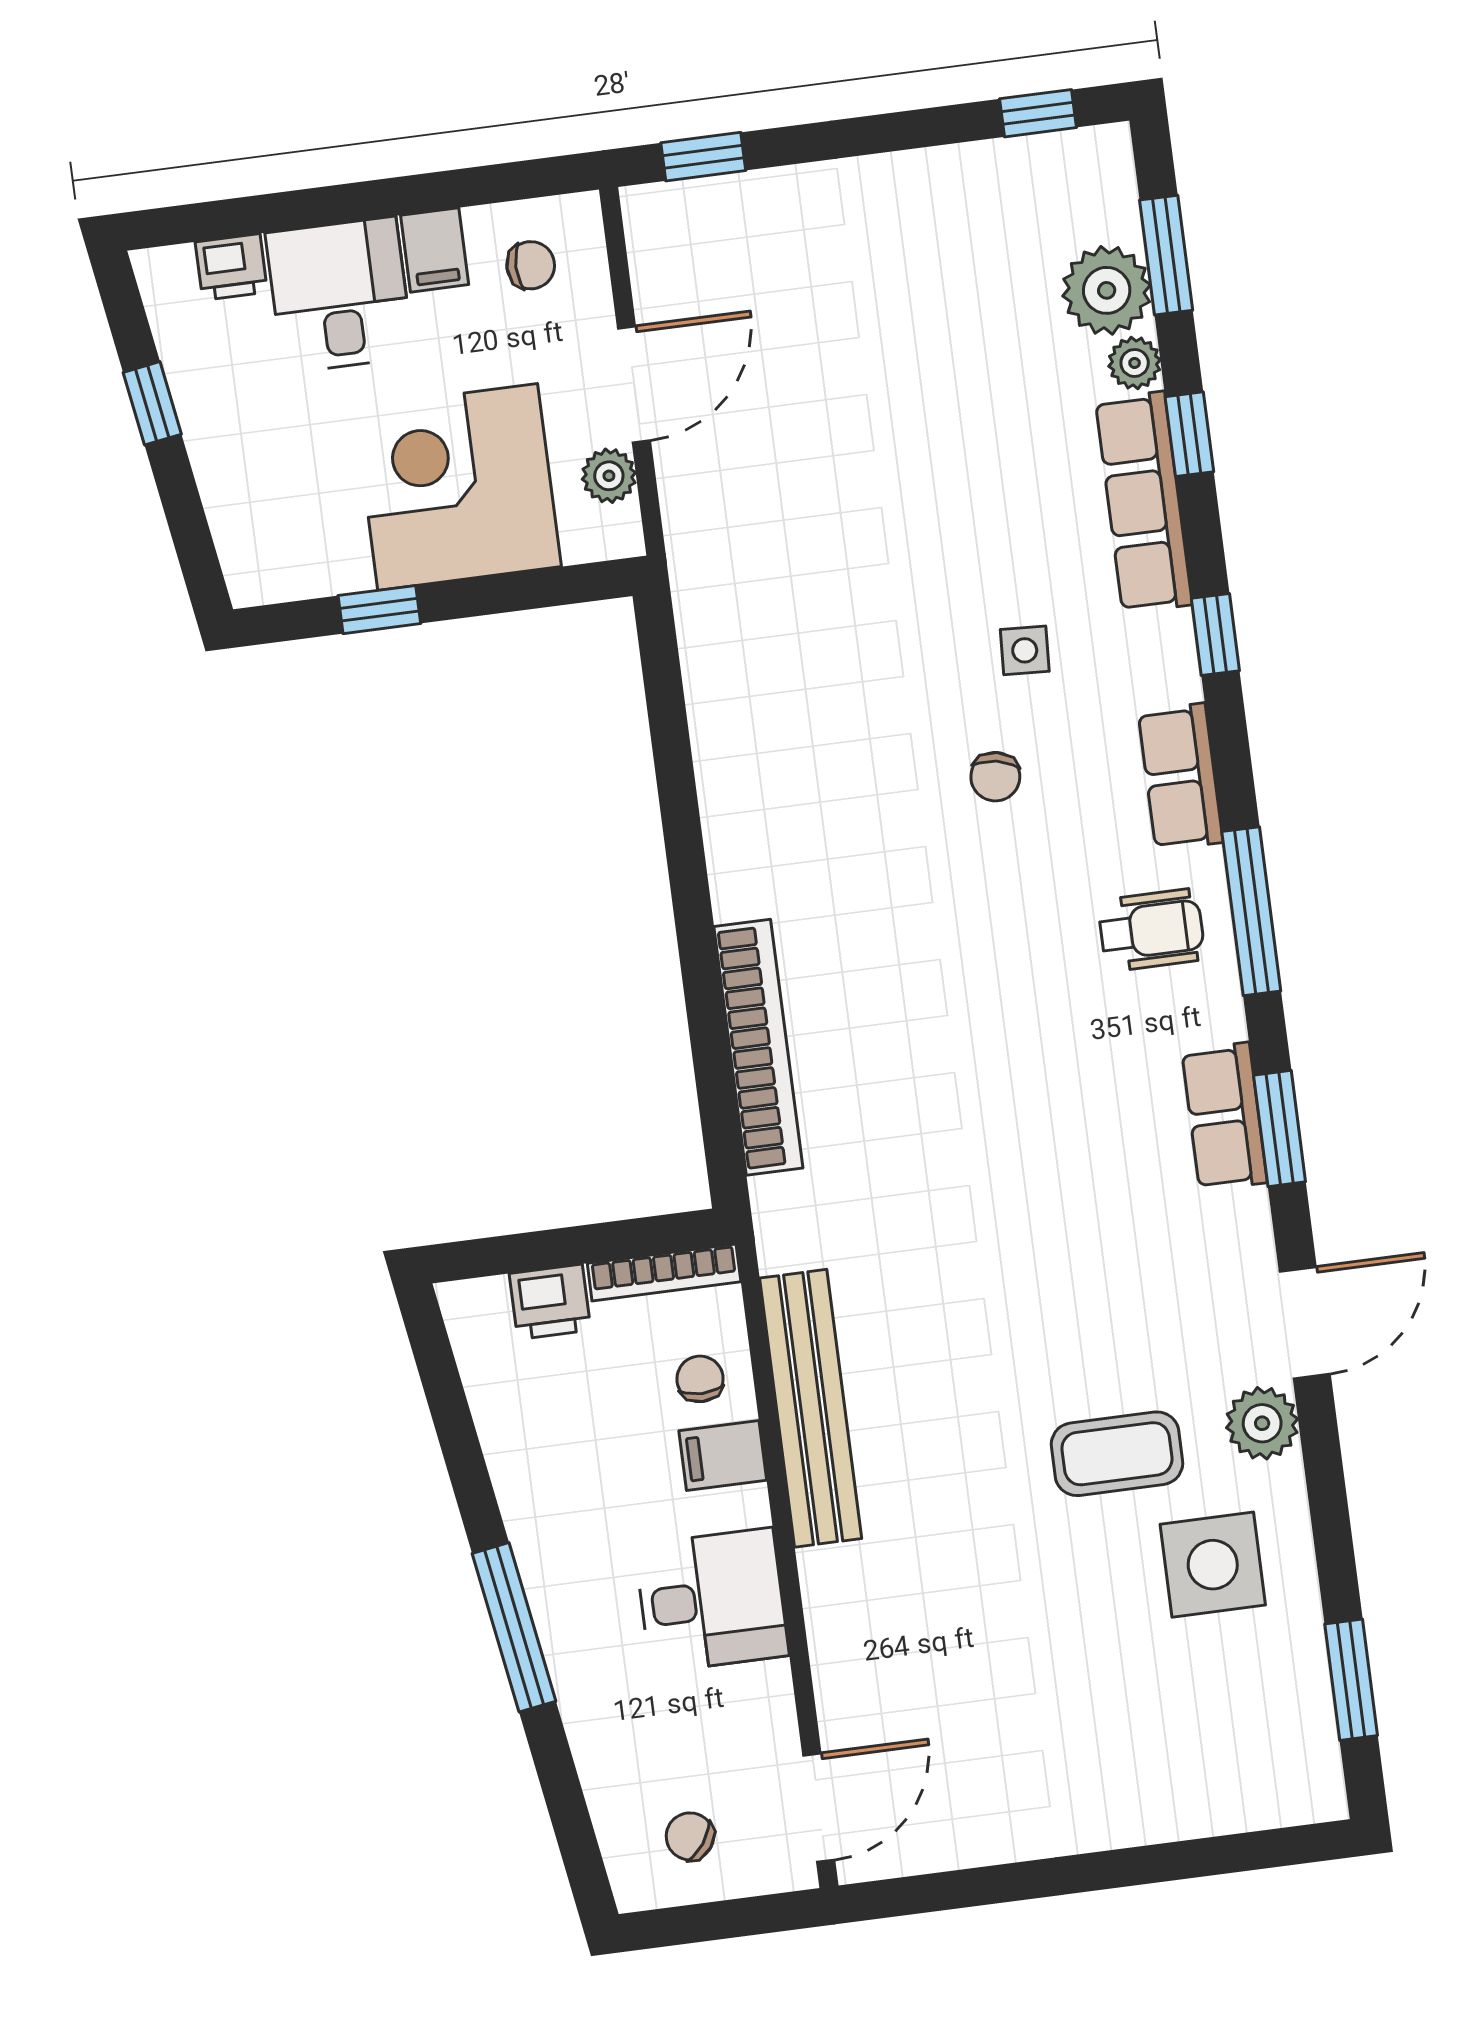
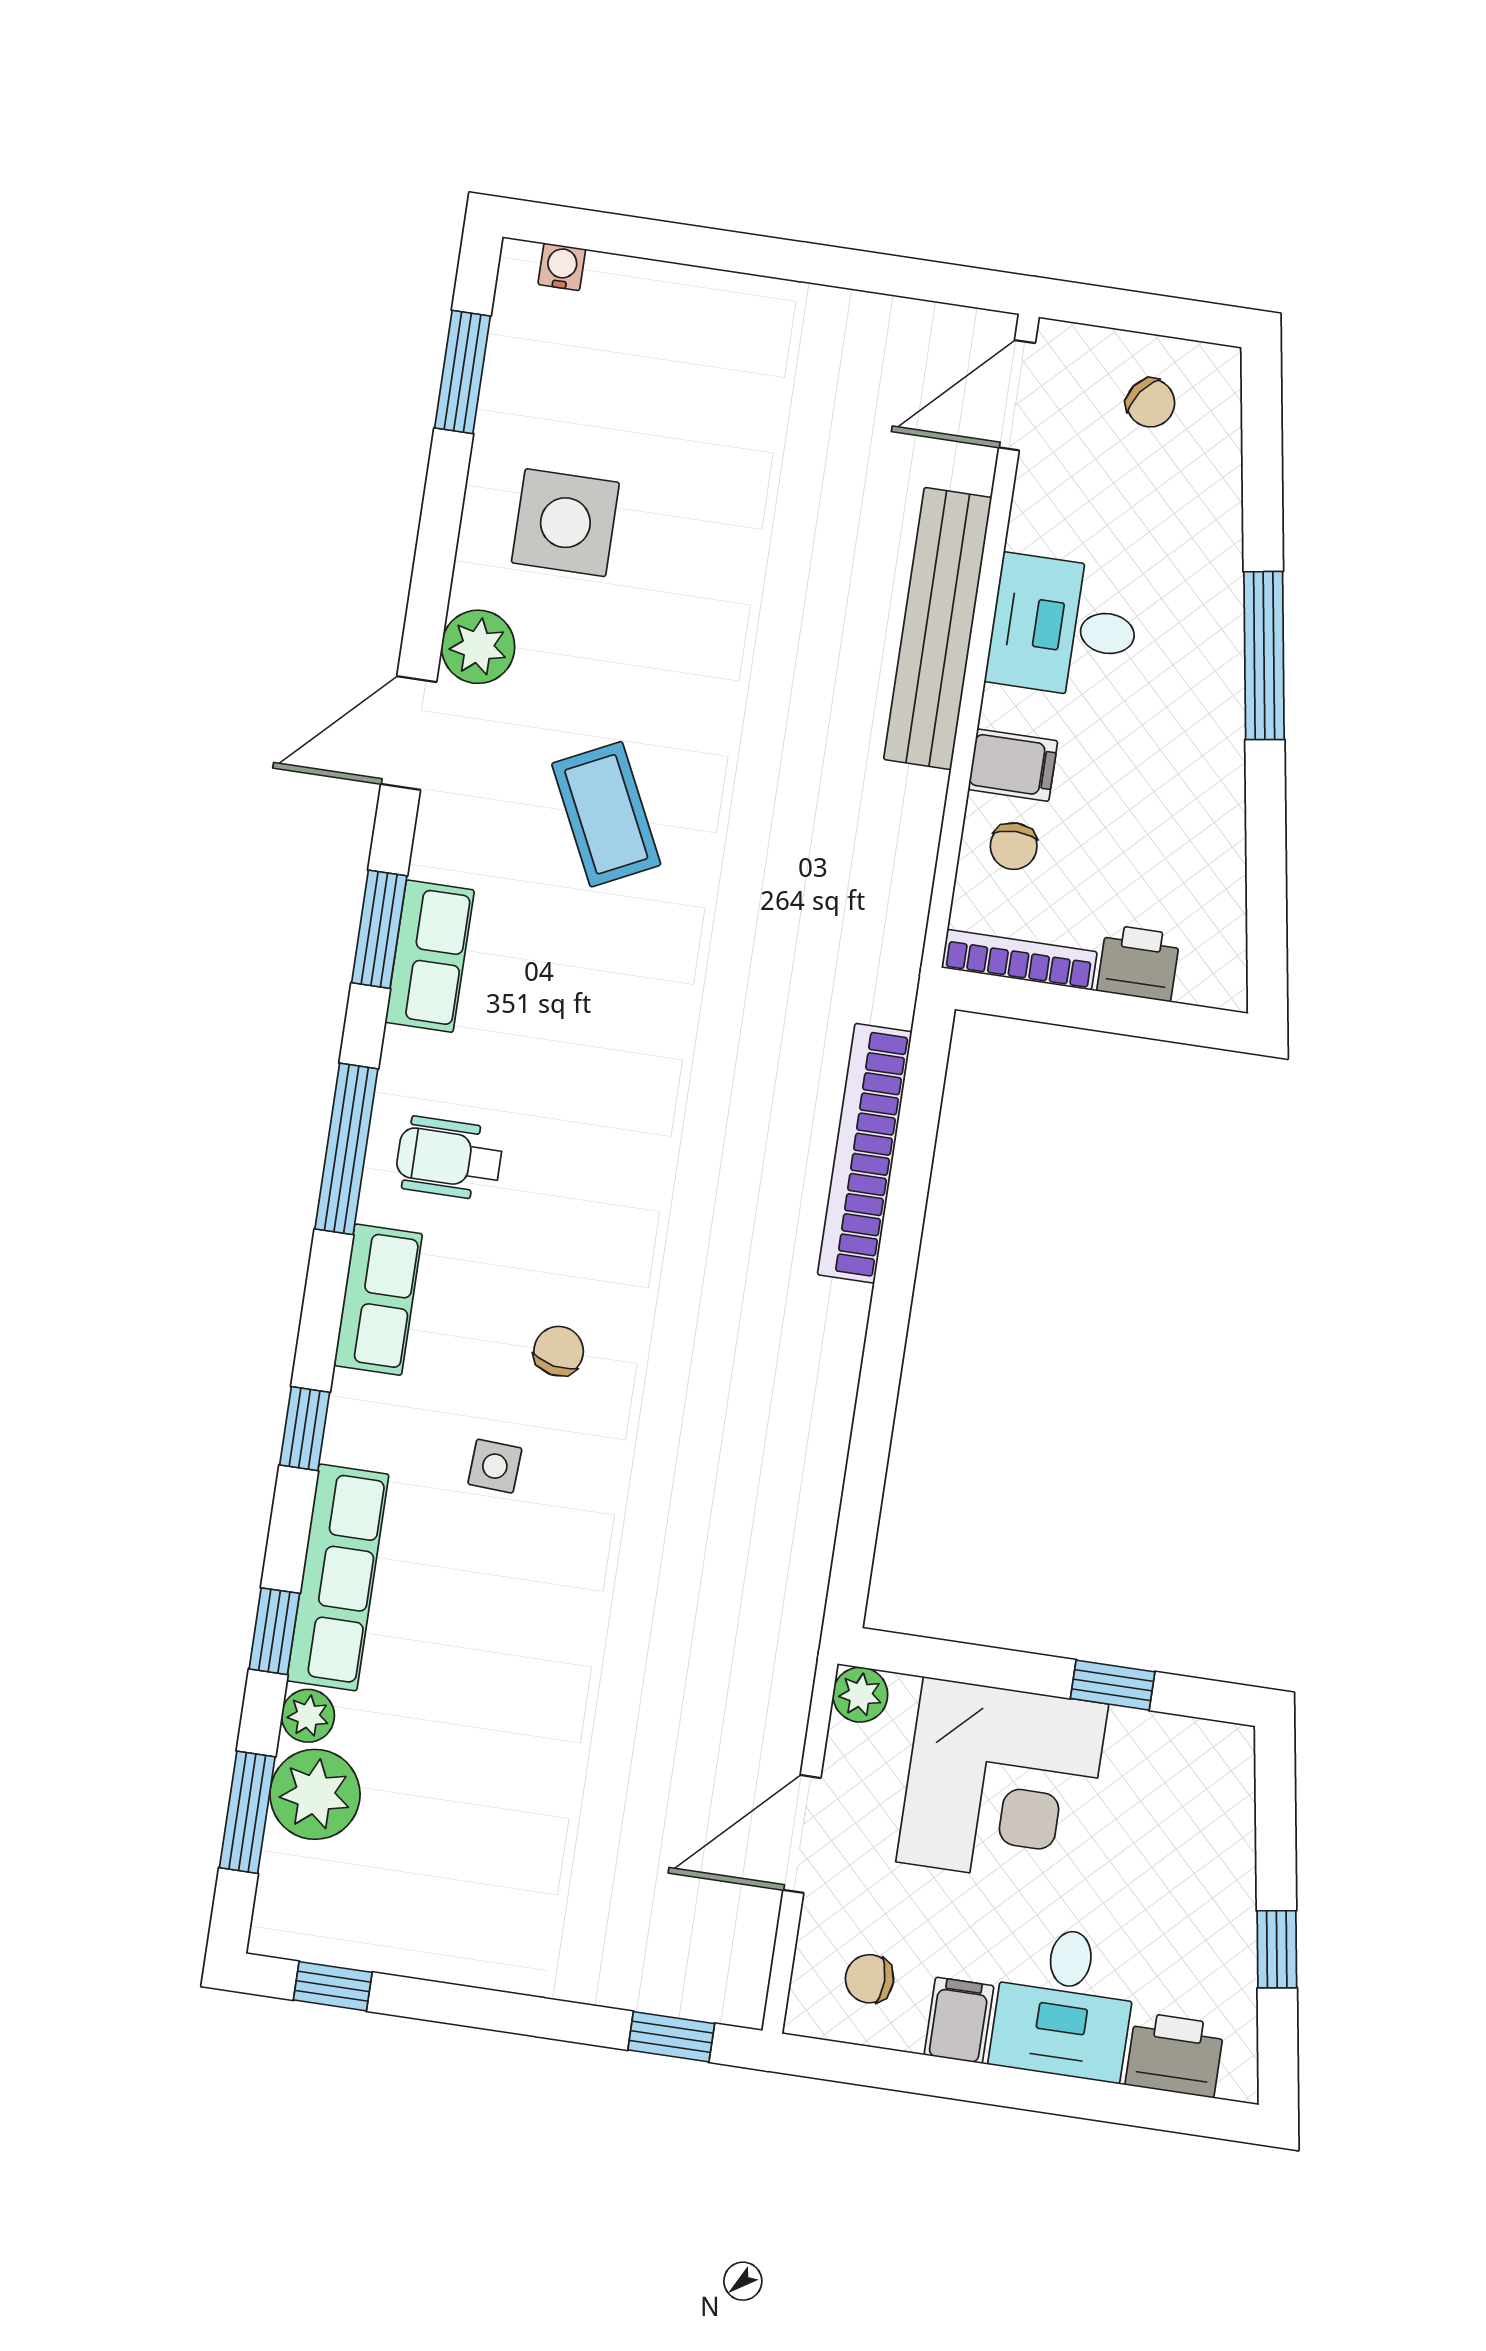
printer: (231, 267) -> (1175, 2055), width x1.36, depth x1.24
plant: (609, 476) -> (860, 1695), moved
bench: (811, 1408) -> (938, 628), moved
coffee table: (1117, 1454) -> (606, 814), moved, turned 64
water cooler: (1285, 1806) -> (562, 267), added

